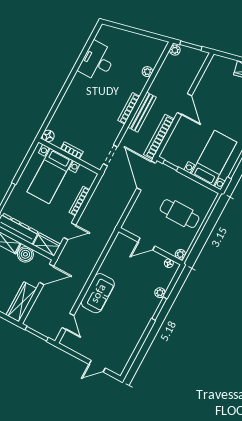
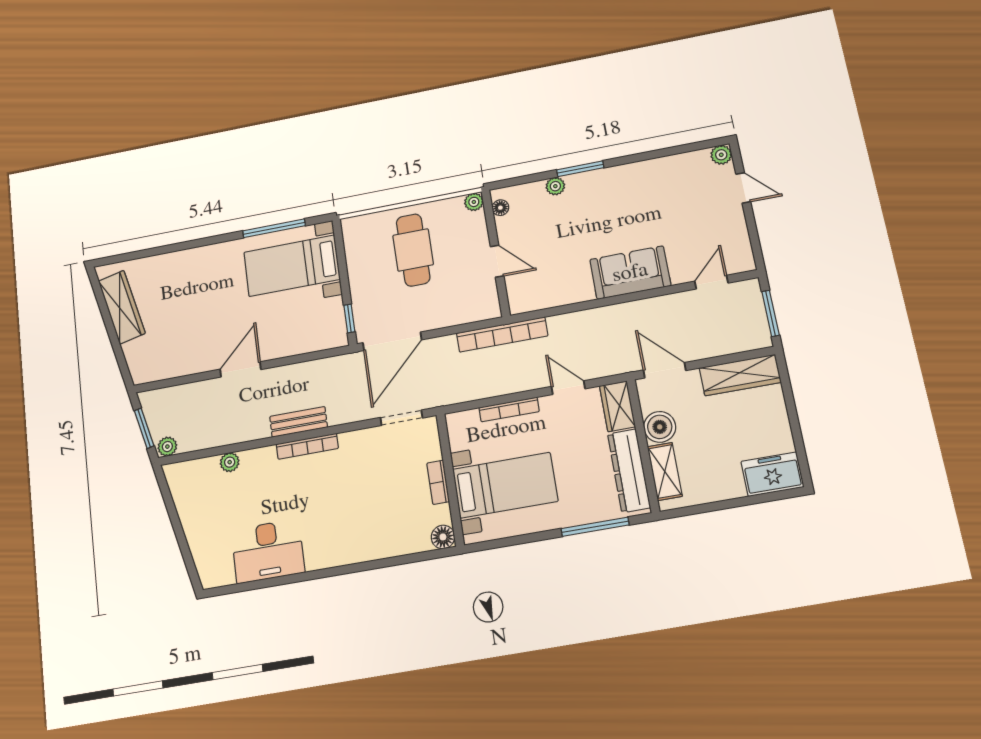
bench: (142, 112) -> (299, 422), width x0.73
bookcase: (159, 137) -> (502, 334), moved
plant: (118, 369) -> (721, 155), added

